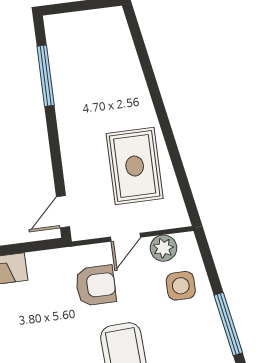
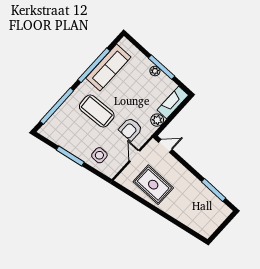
door: (63, 212) -> (165, 146), hinge flipped
plant: (163, 248) -> (157, 120), moved

